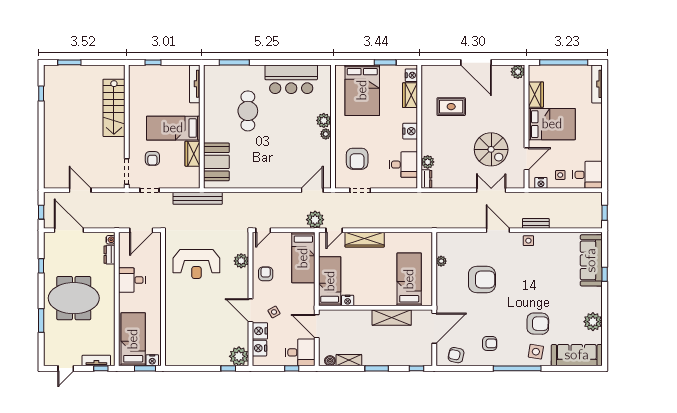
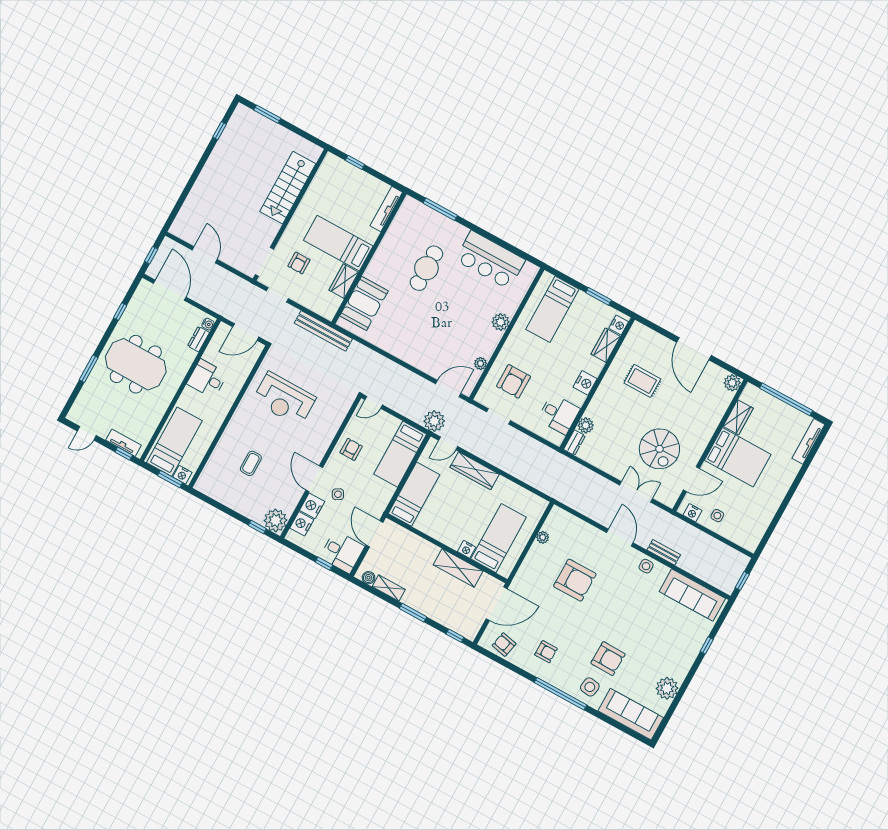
bed: (362, 90) -> (552, 309), width x0.67
plant: (326, 134) -> (481, 364), moved
desk: (588, 175) -> (746, 531), removed
sofa: (591, 260) -> (692, 595), moved, turned -90
plant: (241, 261) -> (333, 422), removed
nightstand: (348, 301) -> (467, 549), moved
coffee table: (198, 324) -> (251, 463), added

